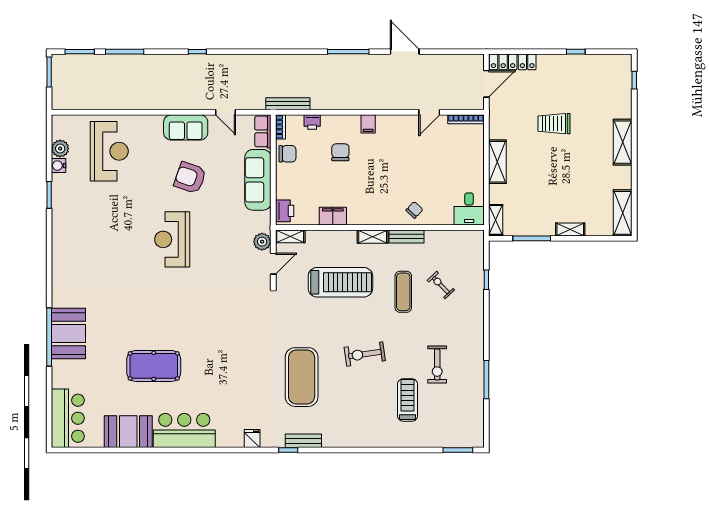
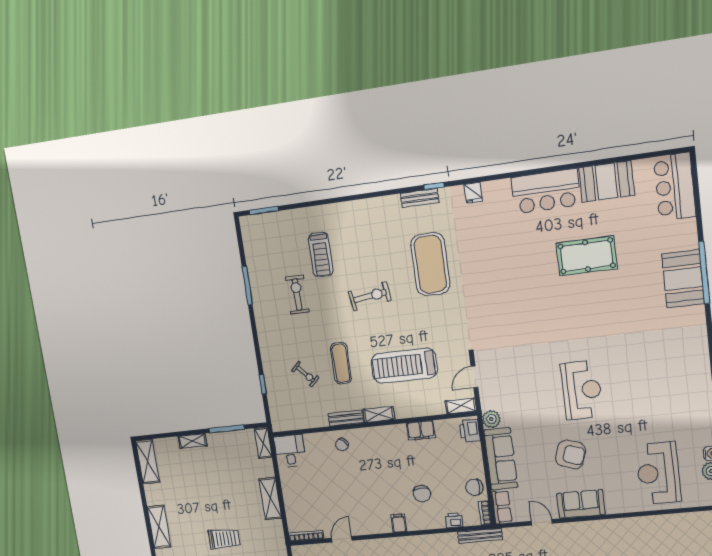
plant: (262, 242) -> (491, 419), moved

